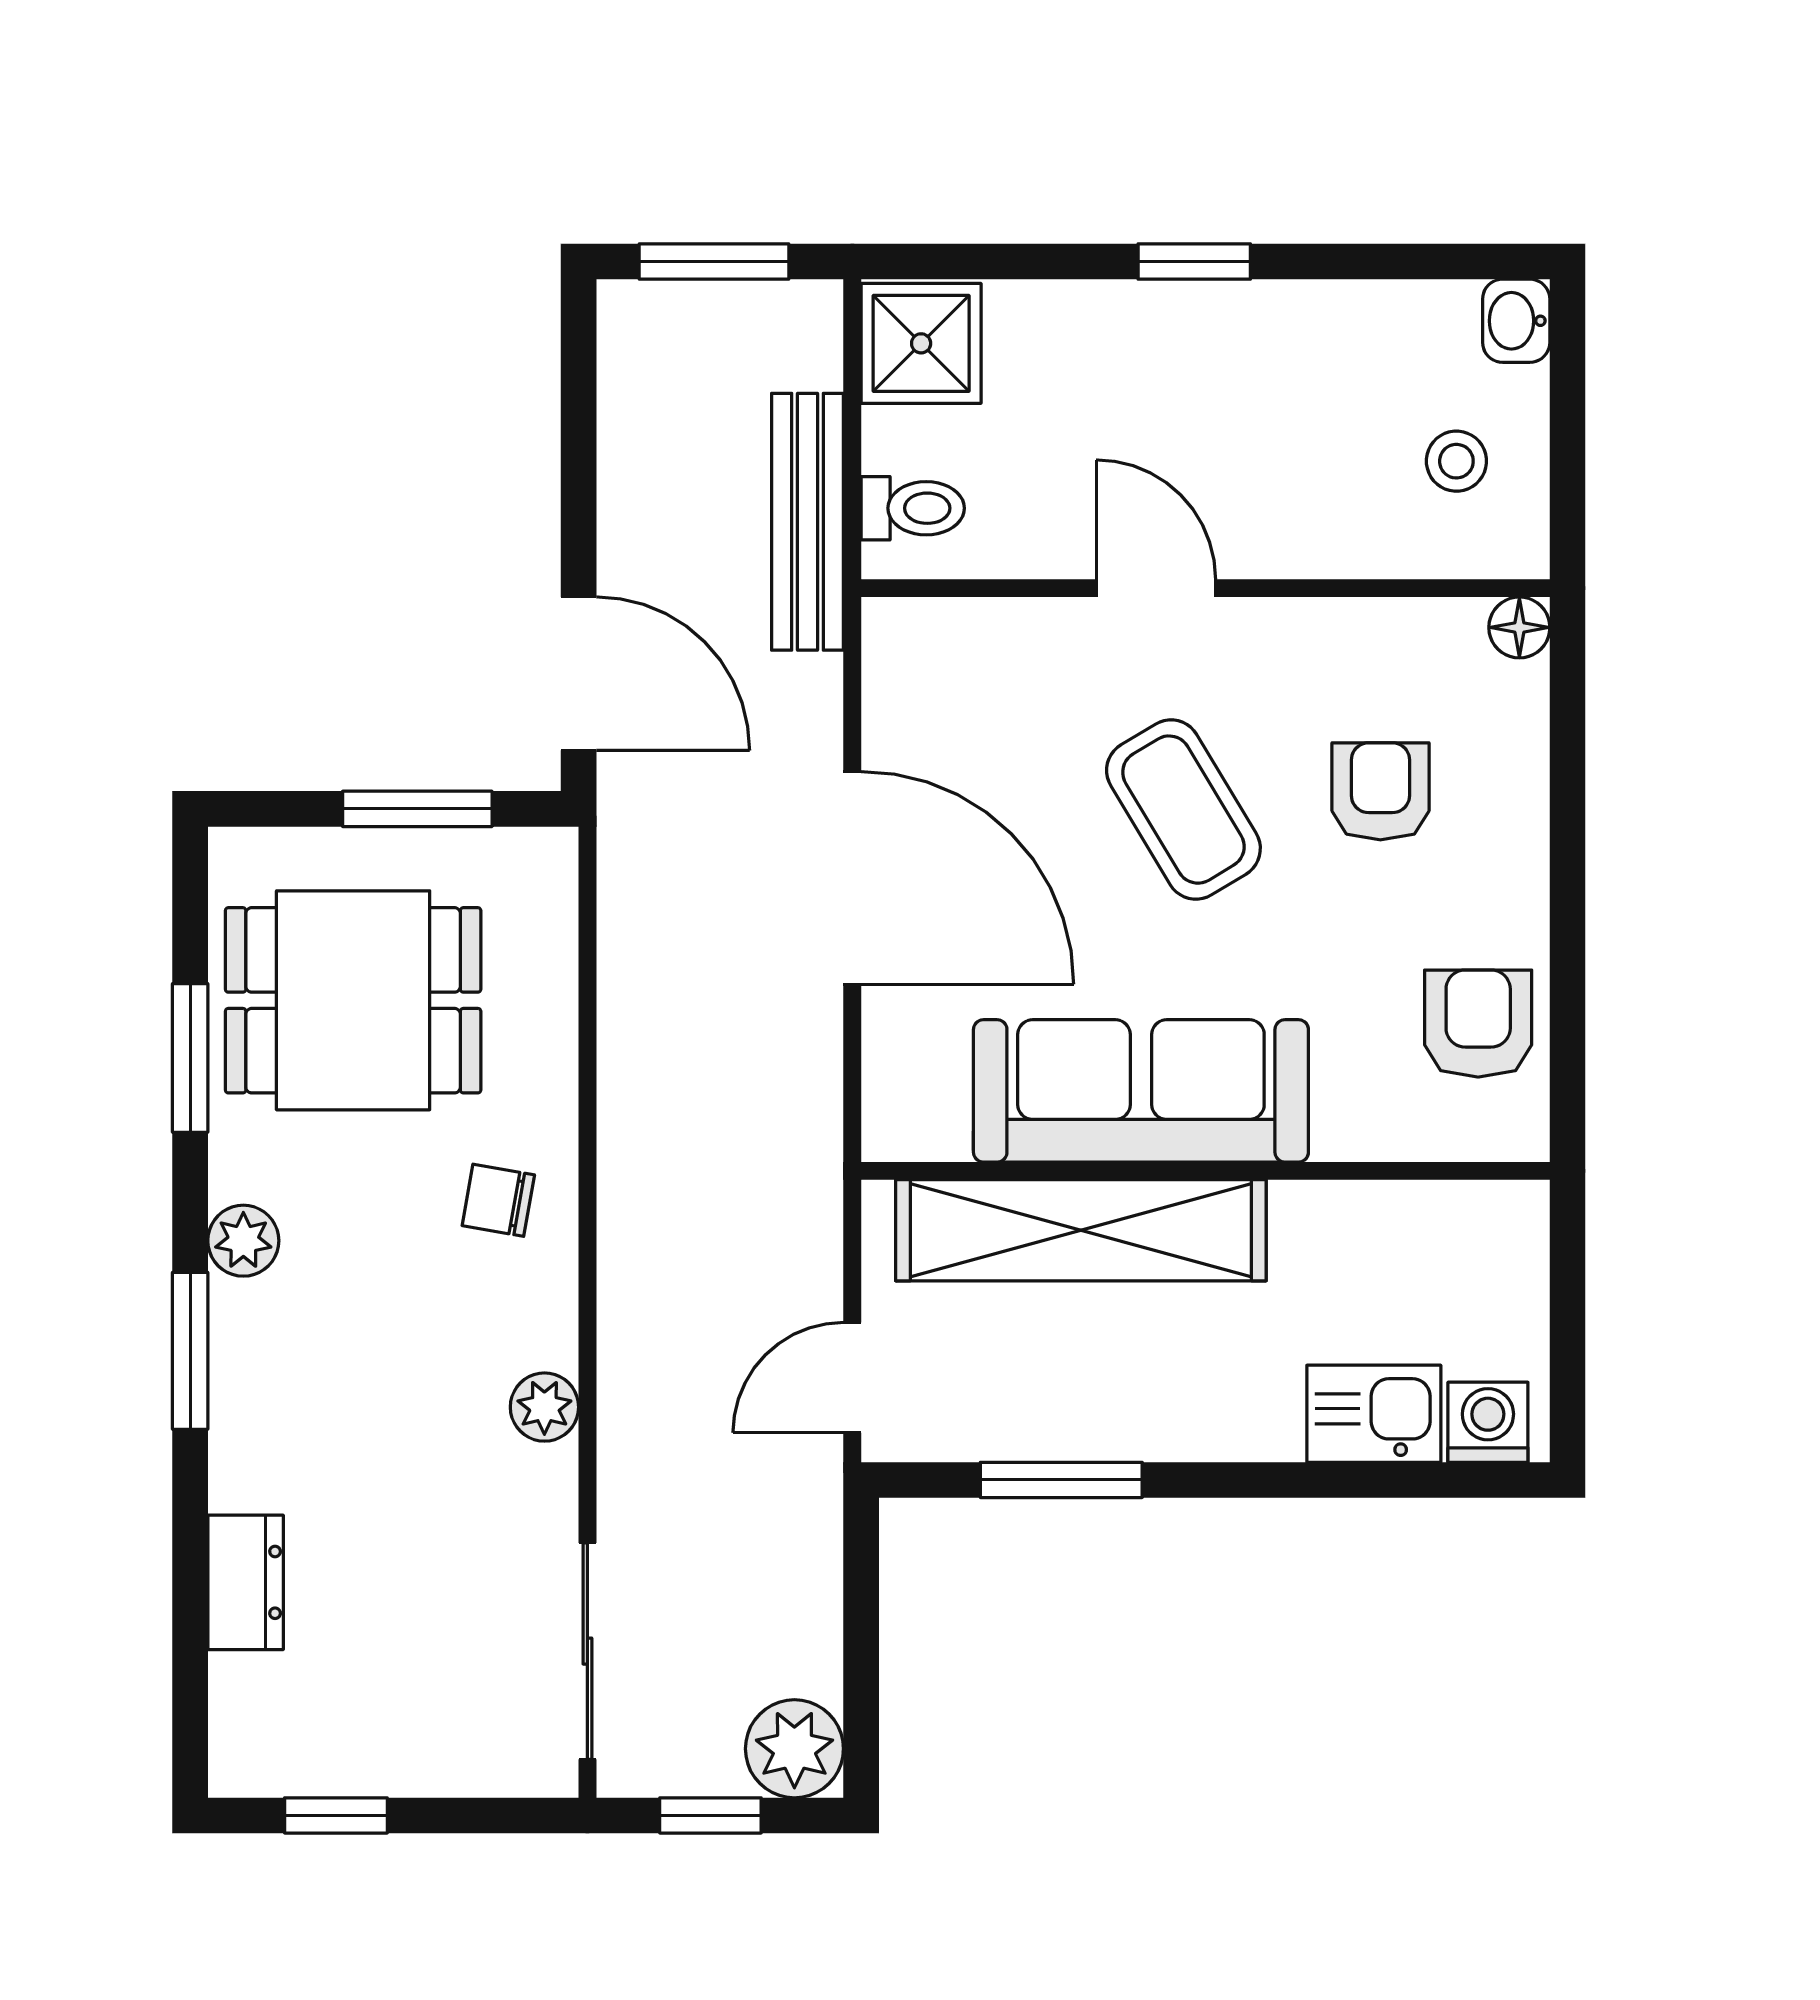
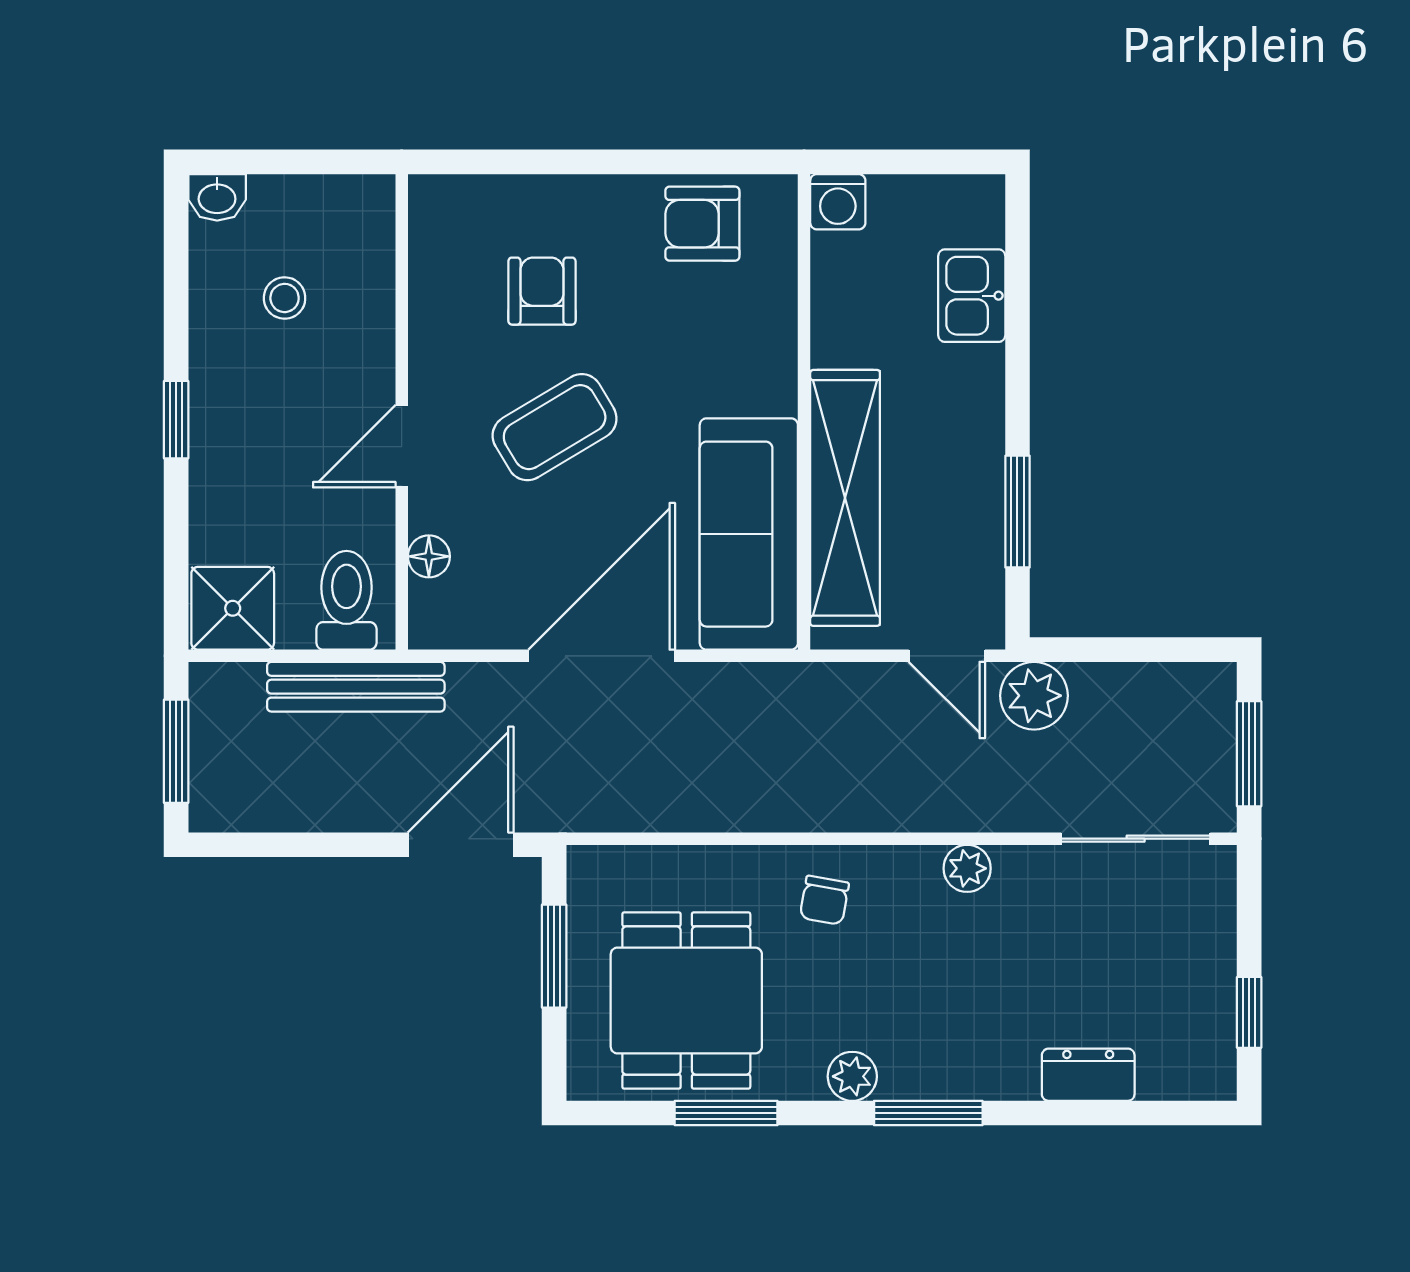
stool: (1456, 461) -> (285, 298), moved
toilet: (913, 508) -> (346, 600), width x1.37, depth x1.39
floor lamp: (1519, 627) -> (429, 556), moved
armchair: (1380, 791) -> (542, 291), turned 90
sofa: (1141, 1091) -> (749, 534), moved
washing machine: (1488, 1422) -> (838, 202), moved, turned -90
plant: (794, 1749) -> (1034, 696), moved
window: (710, 1815) -> (1249, 754), width x1.50

